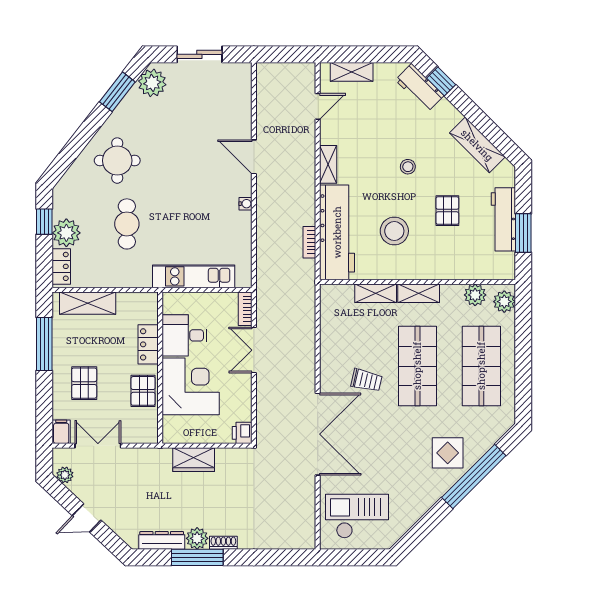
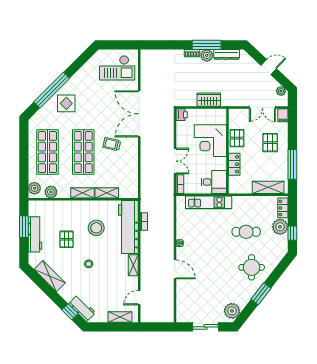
window: (117, 92) -> (261, 294), moved
cafe table: (127, 224) -> (246, 232), turned 90
desk: (184, 335) -> (214, 182), moved

